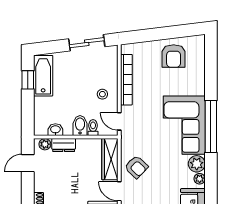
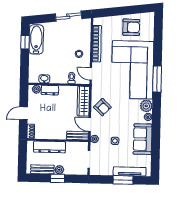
armchair: (174, 56) -> (131, 27), turned -90
bidet: (80, 125) -> (62, 76), removed
corner sofa: (184, 125) -> (133, 70), width x1.36, depth x1.36
window: (211, 126) -> (157, 79), width x0.68
door: (28, 163) -> (23, 113), moved

